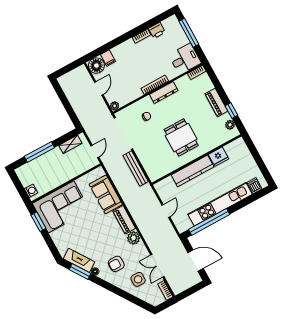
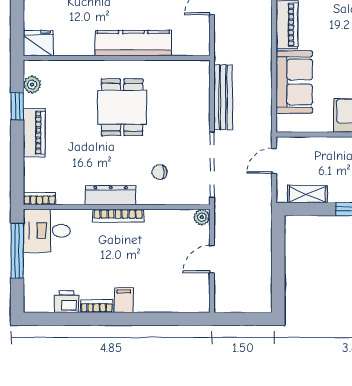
window: (189, 33) -> (17, 251), moved
filing cabinet: (108, 58) -> (124, 300), moved
floor lamp: (96, 66) -> (195, 298), removed
fridge: (219, 157) -> (38, 43), moved

